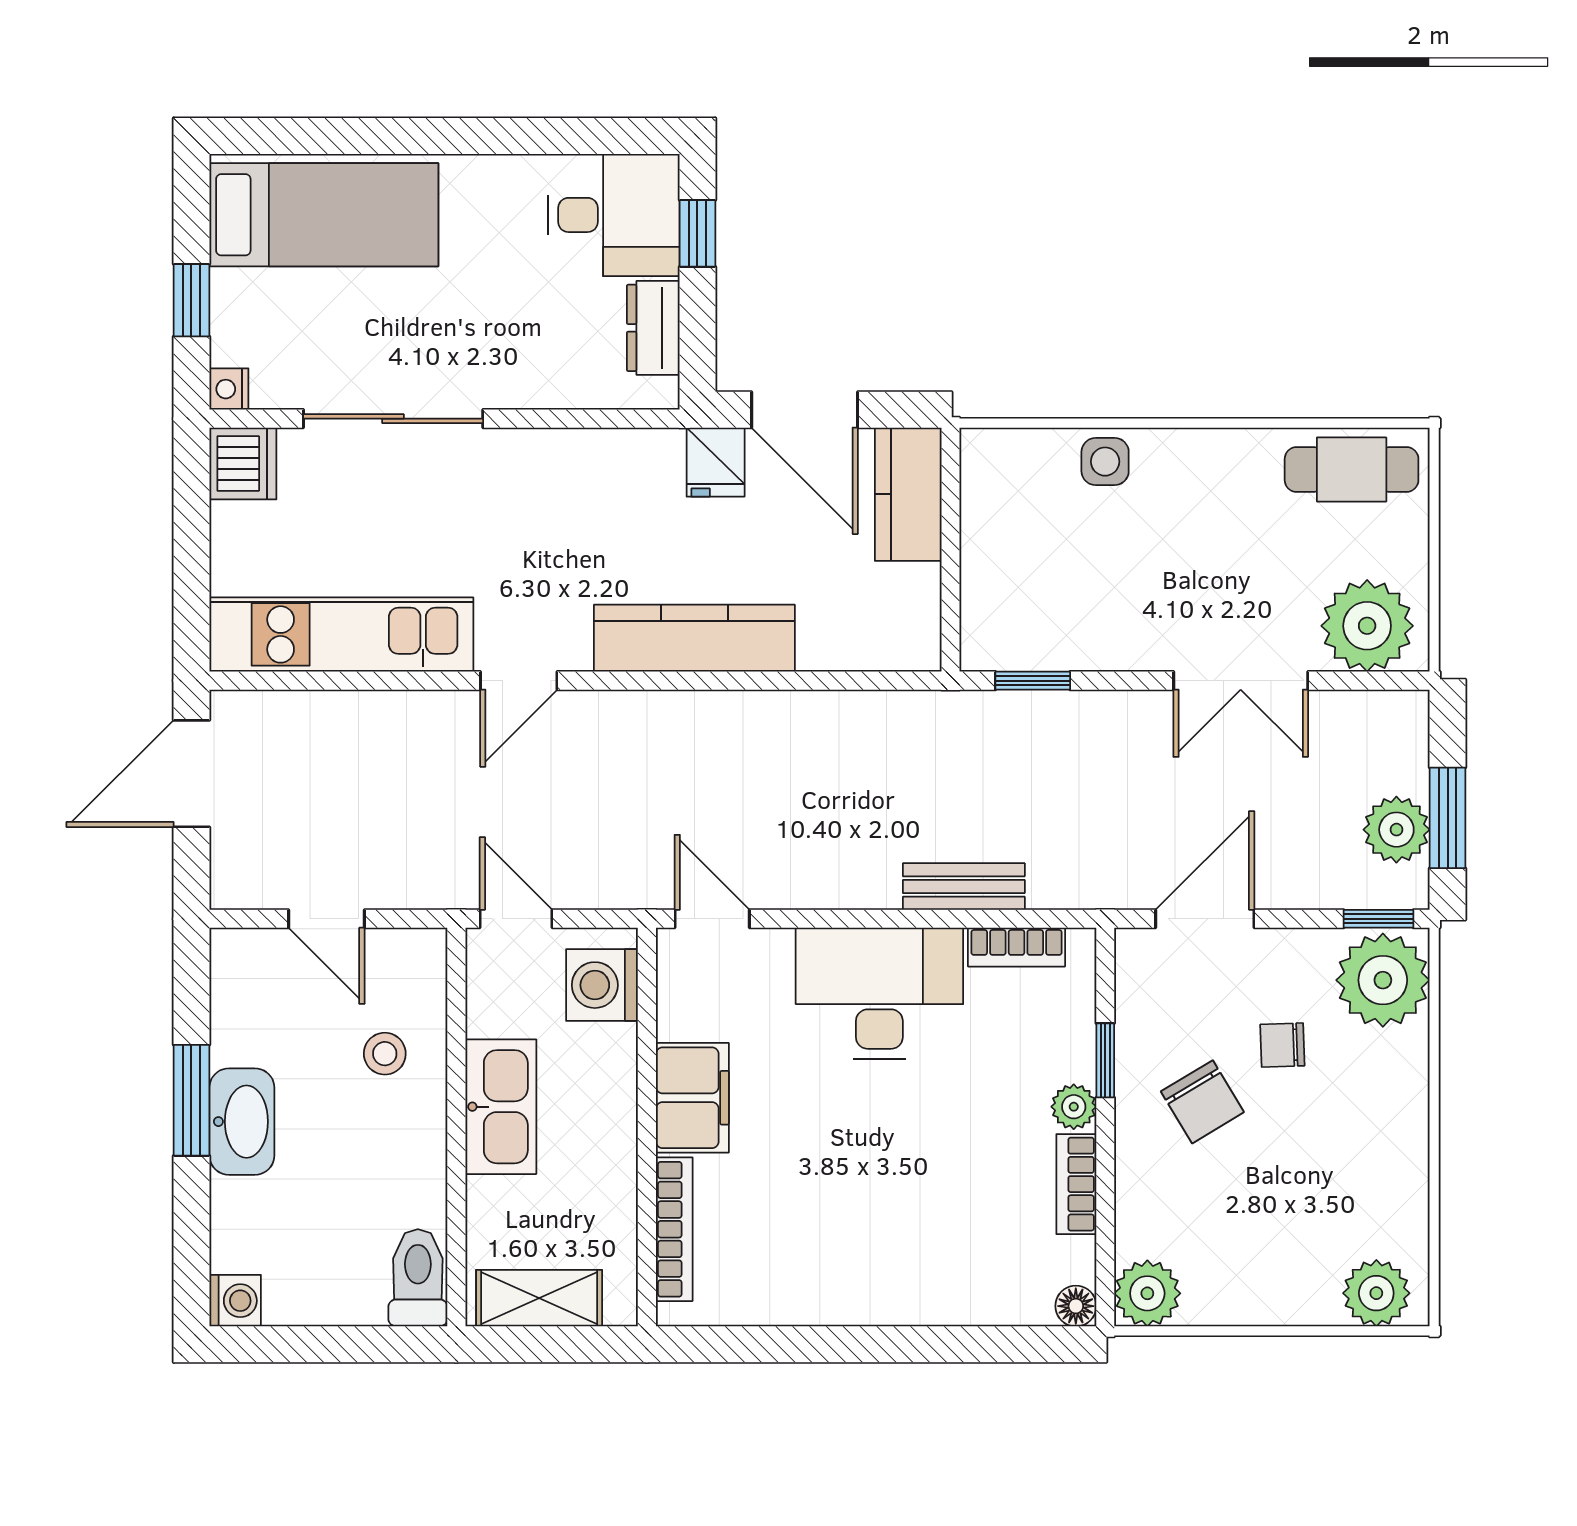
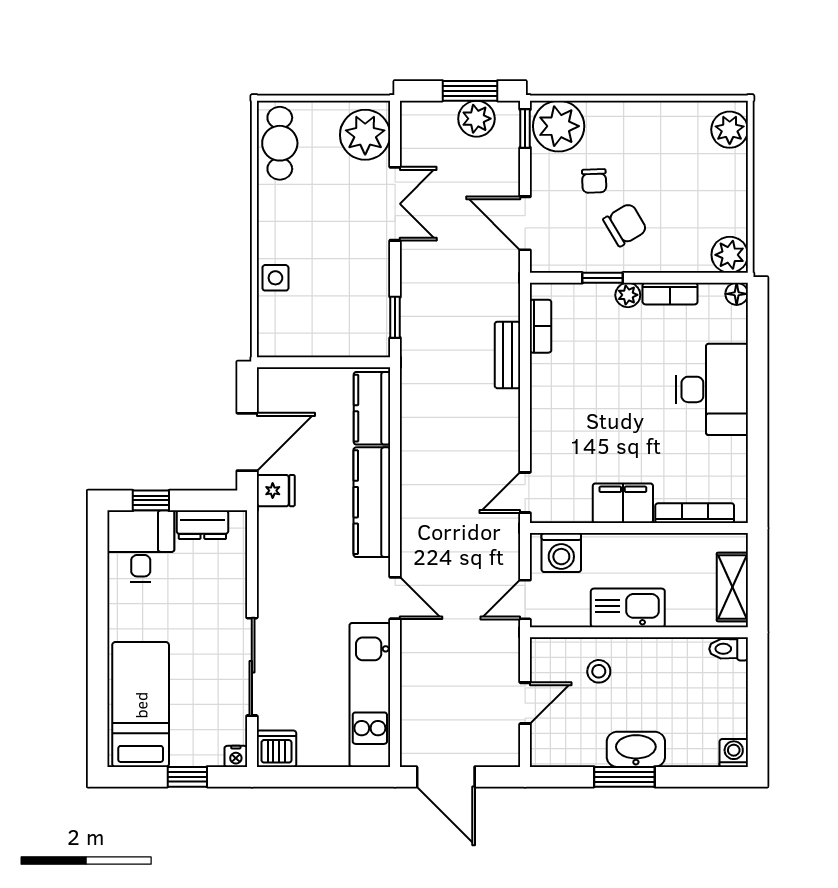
kitchen counter: (908, 494) -> (372, 408), moved, turned 90
desk: (879, 993) -> (712, 389), moved, turned 180
toilet: (418, 1278) -> (729, 649), width x0.73, depth x0.72

